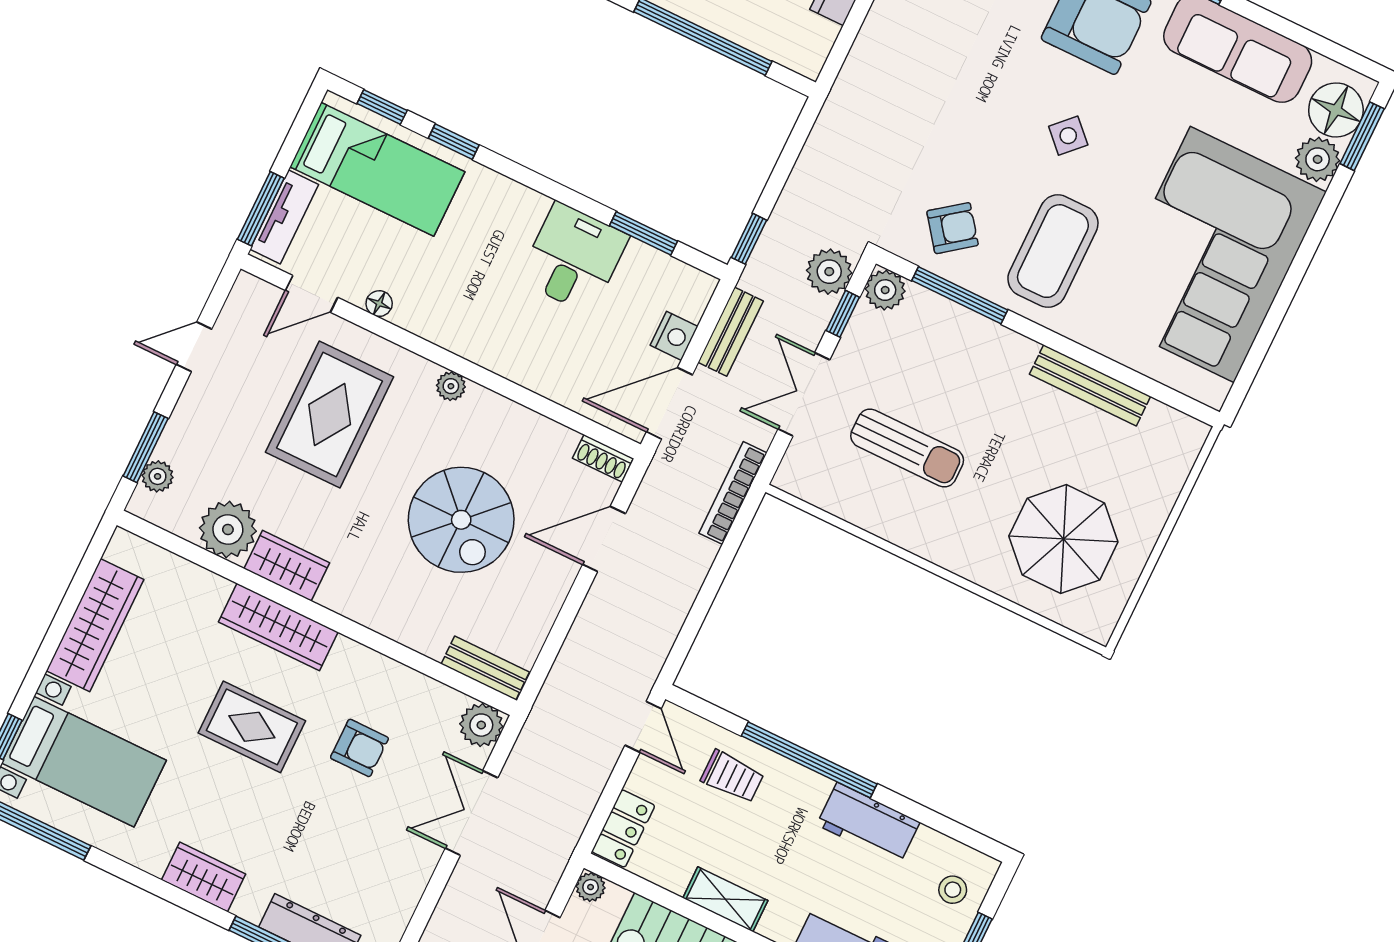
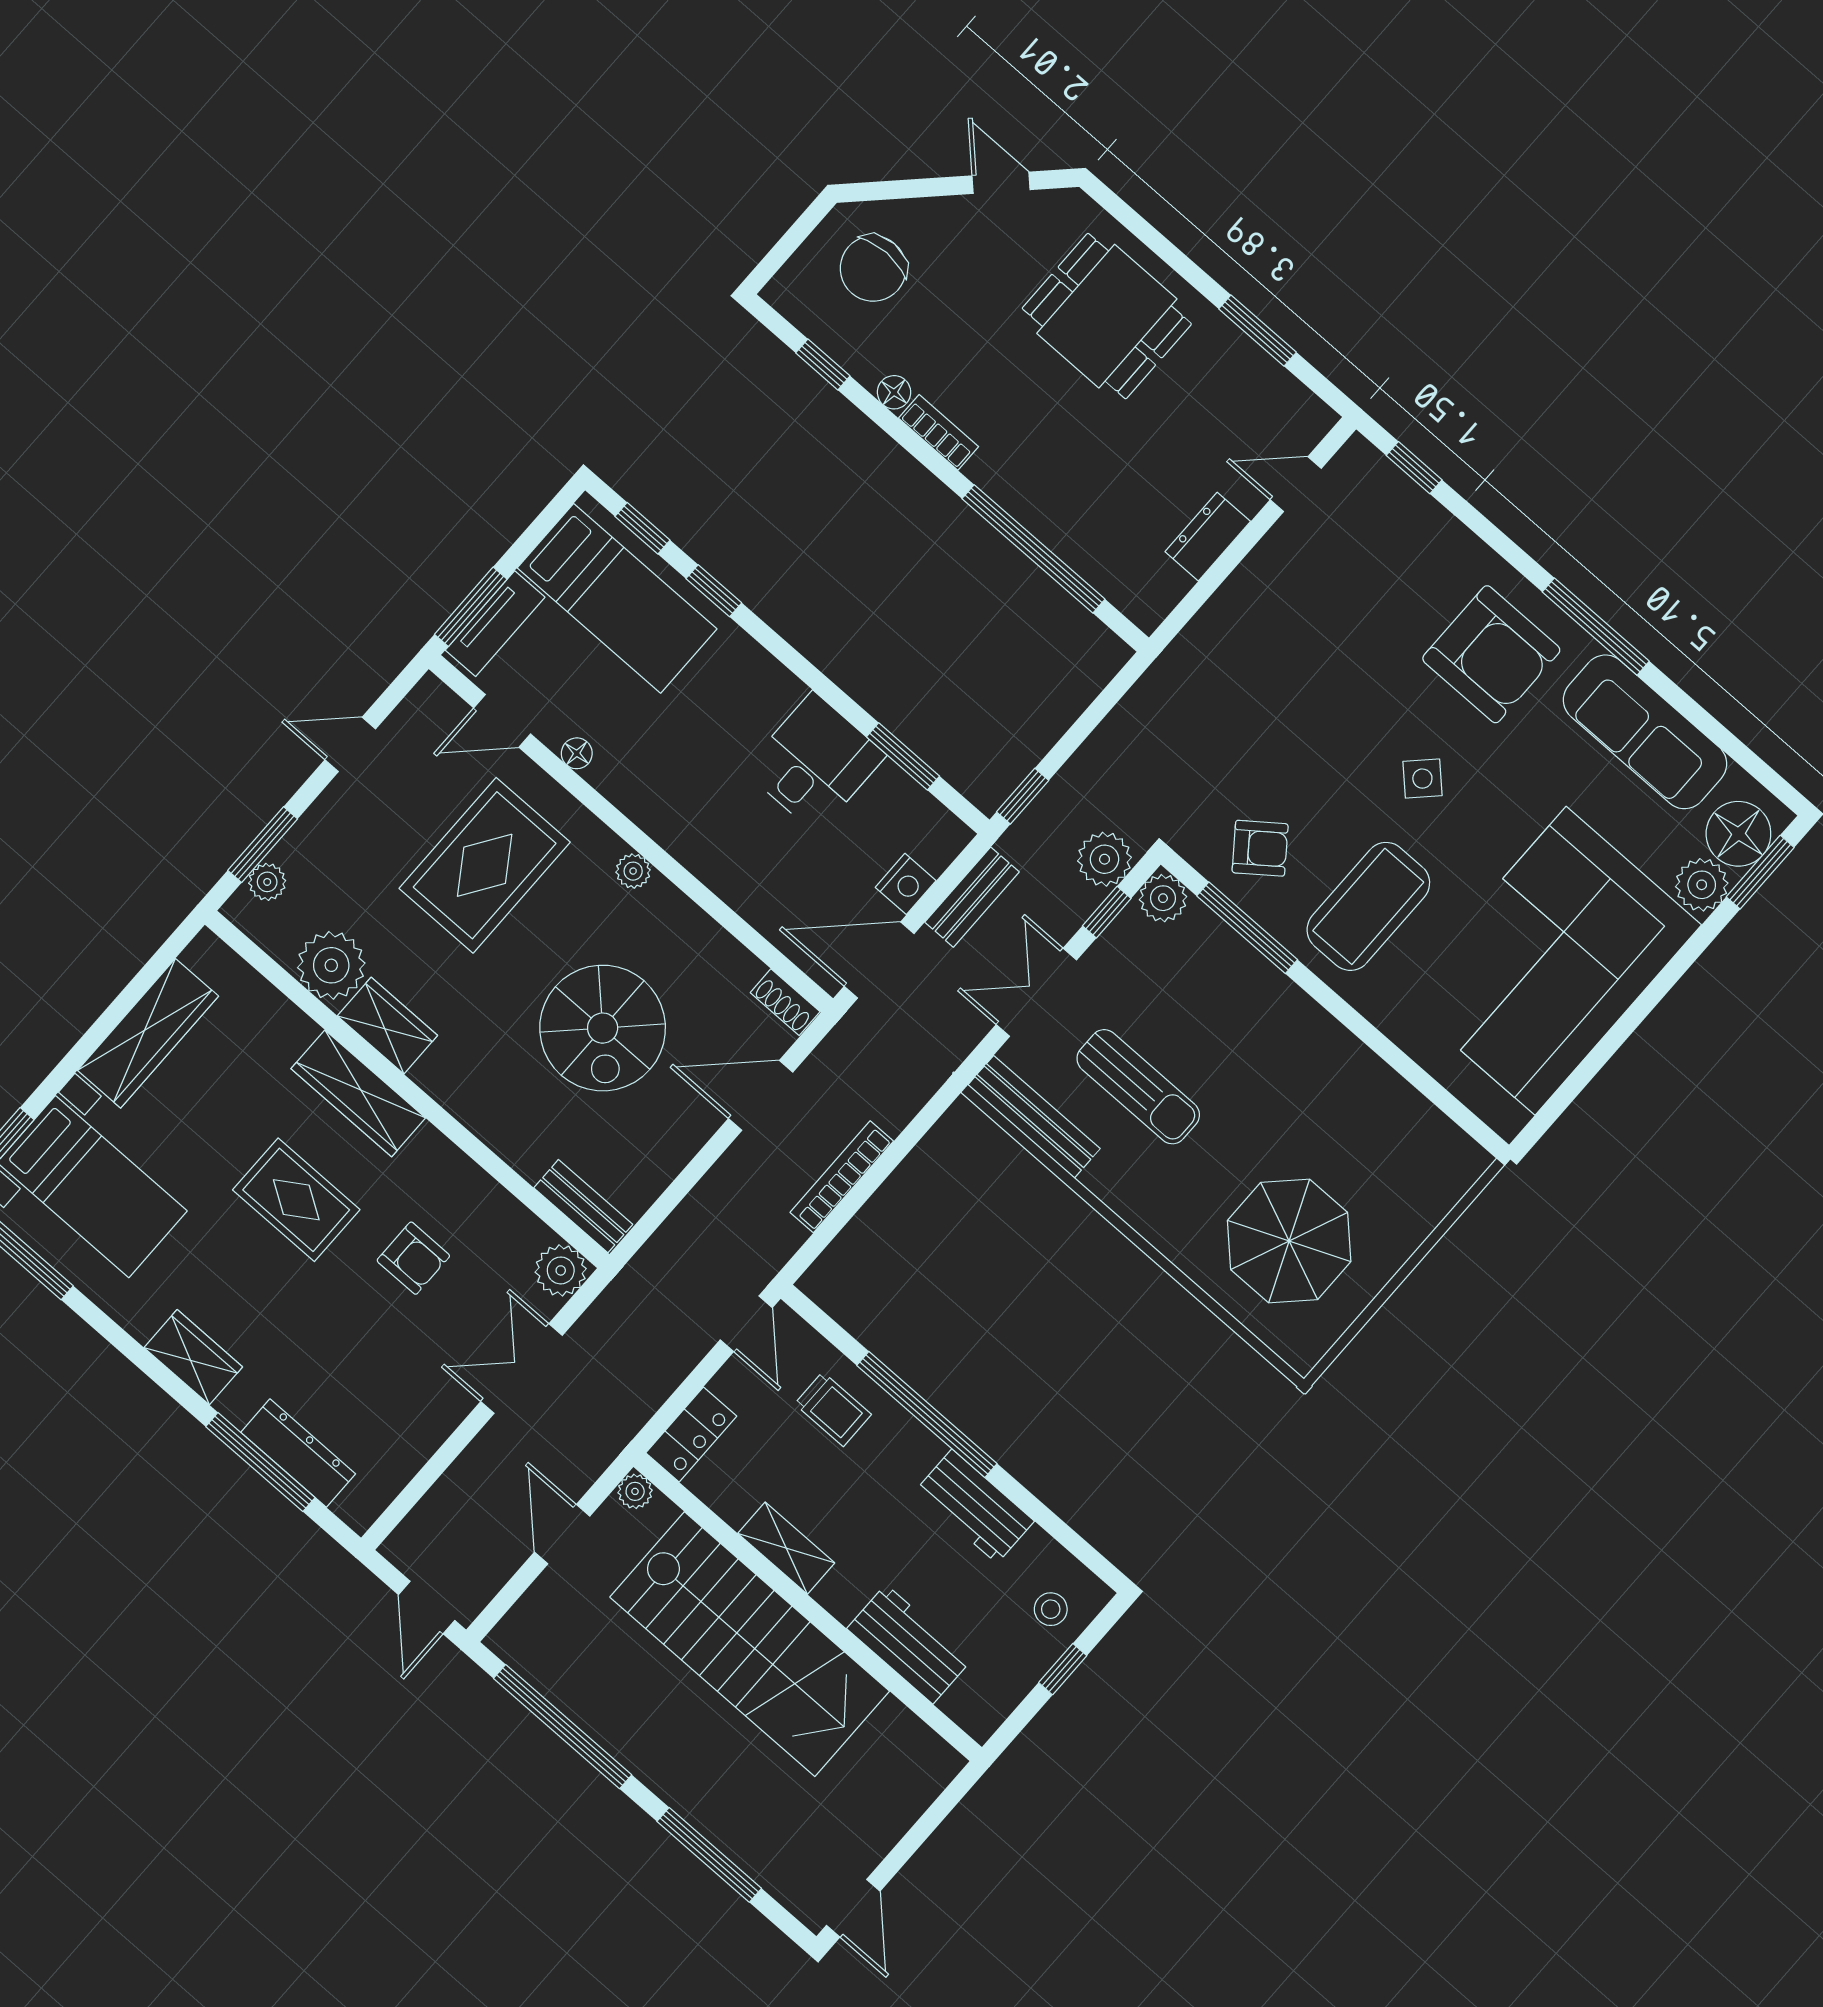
bench: (1090, 385) -> (1034, 1117), moved
bookcase: (733, 493) -> (842, 1177), moved

